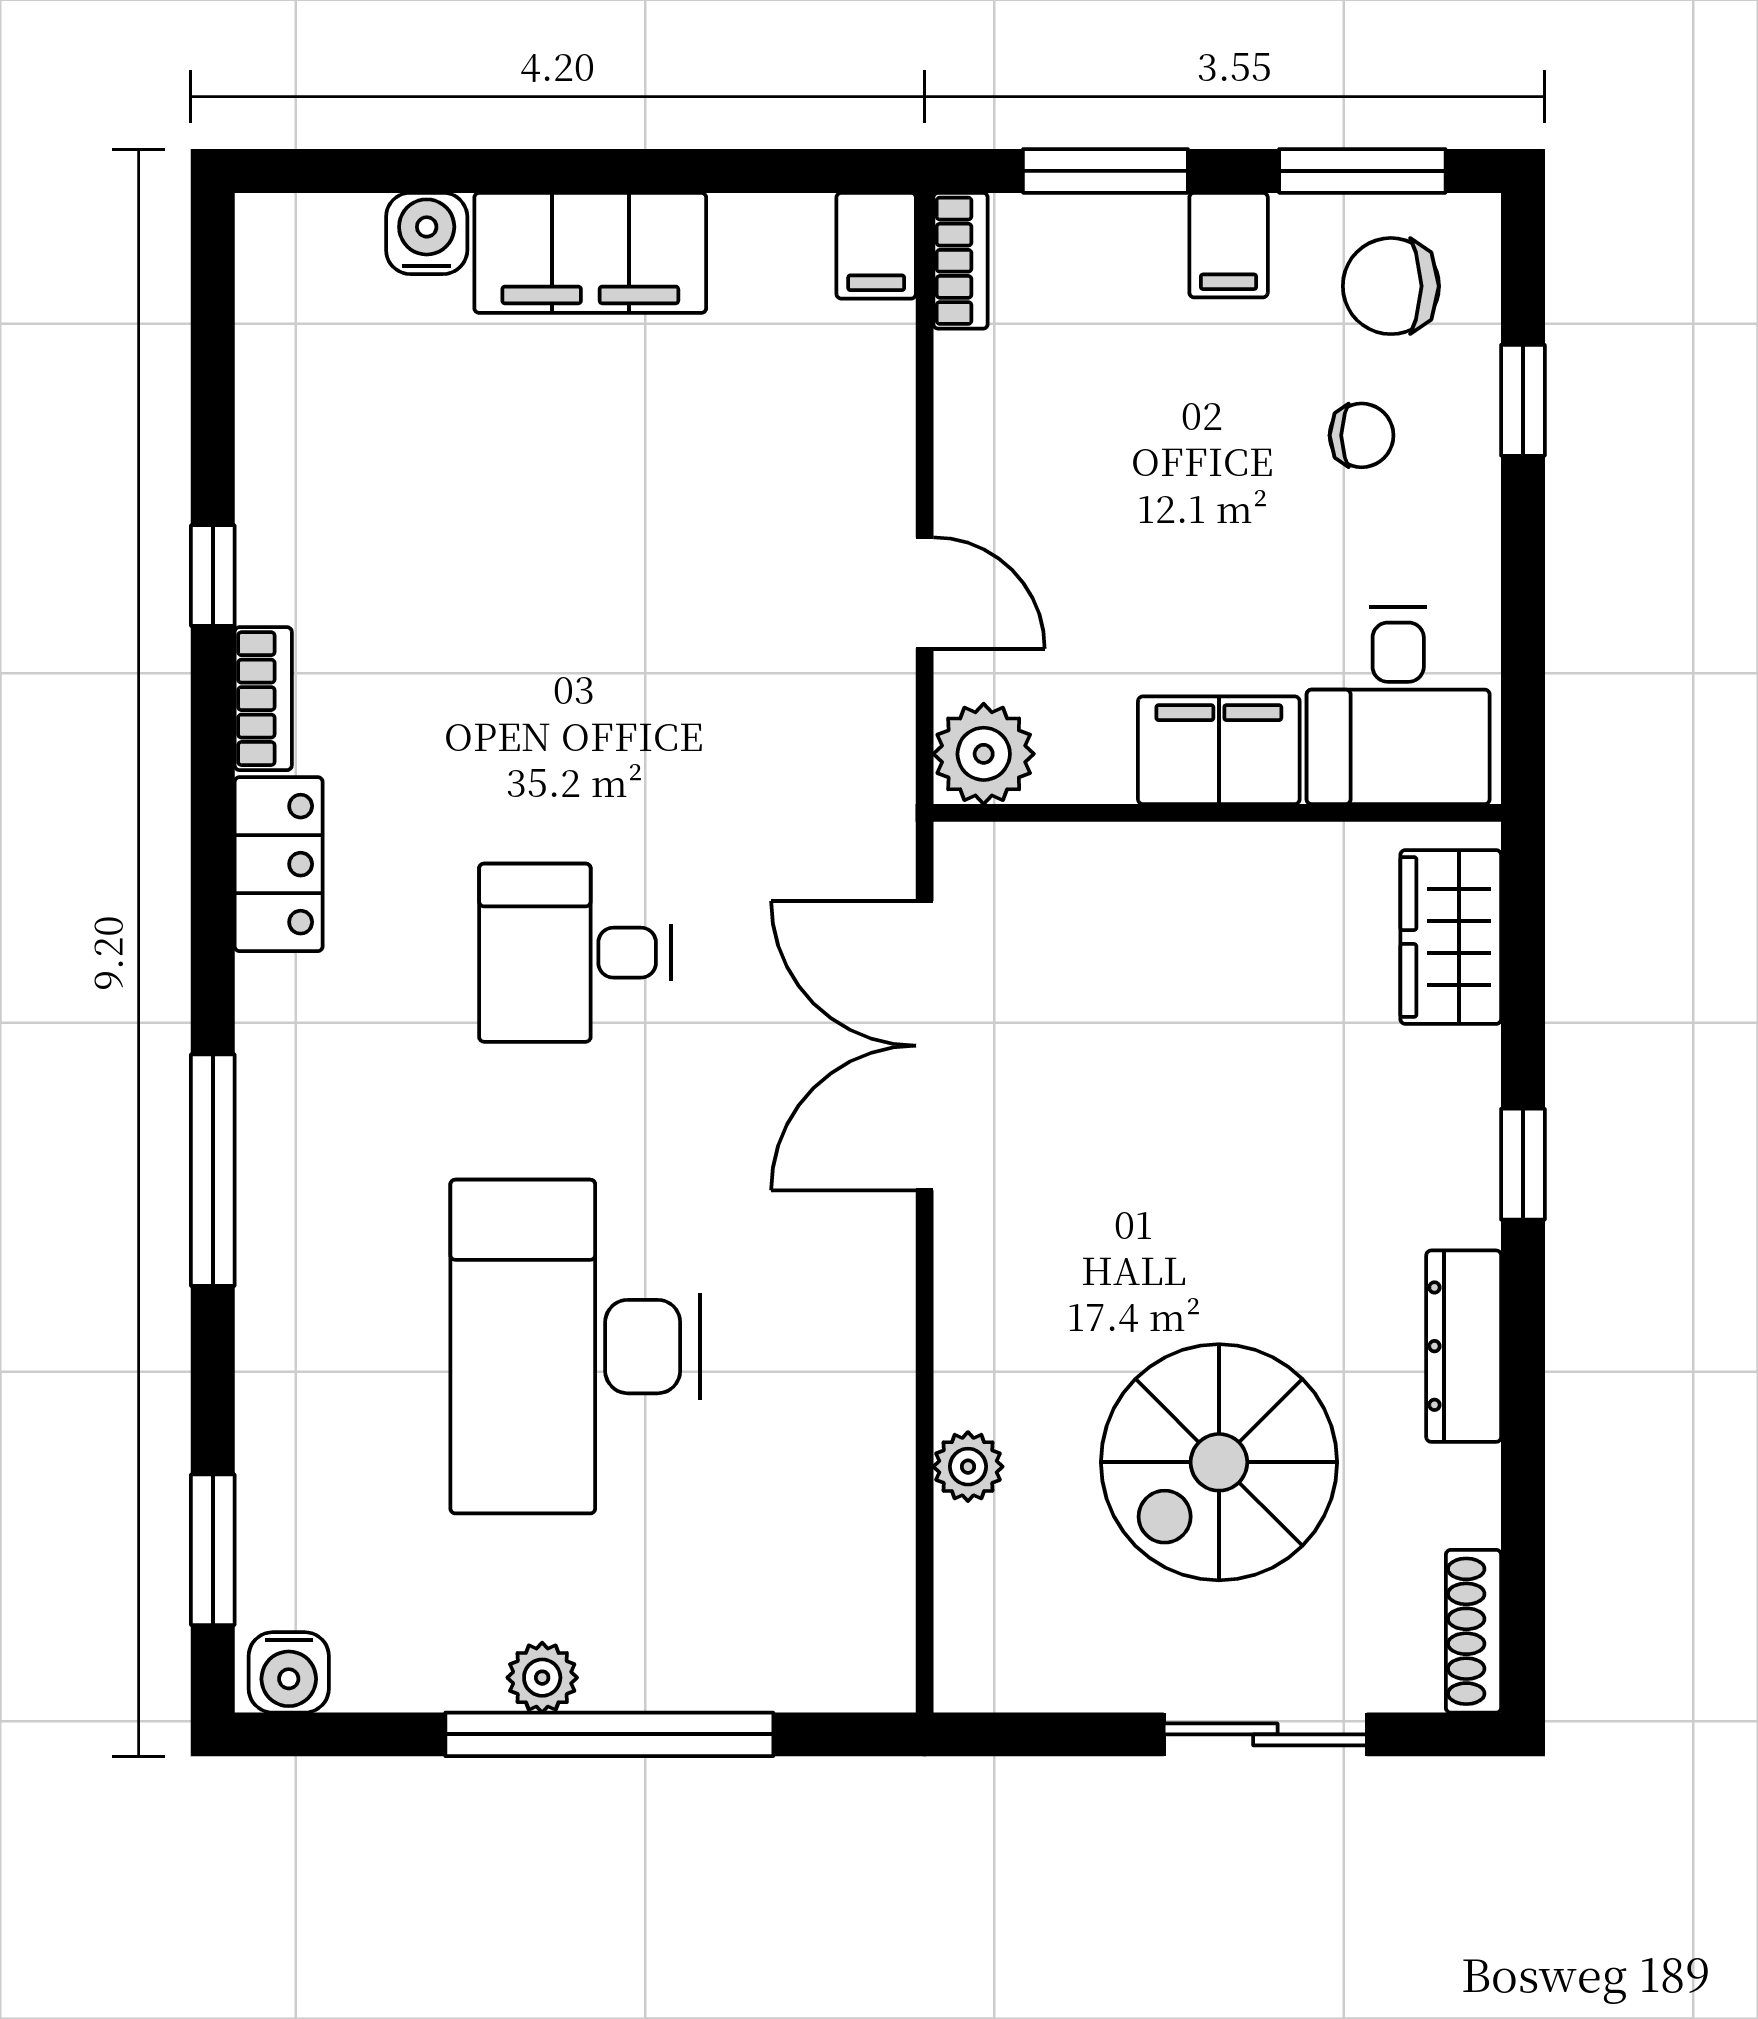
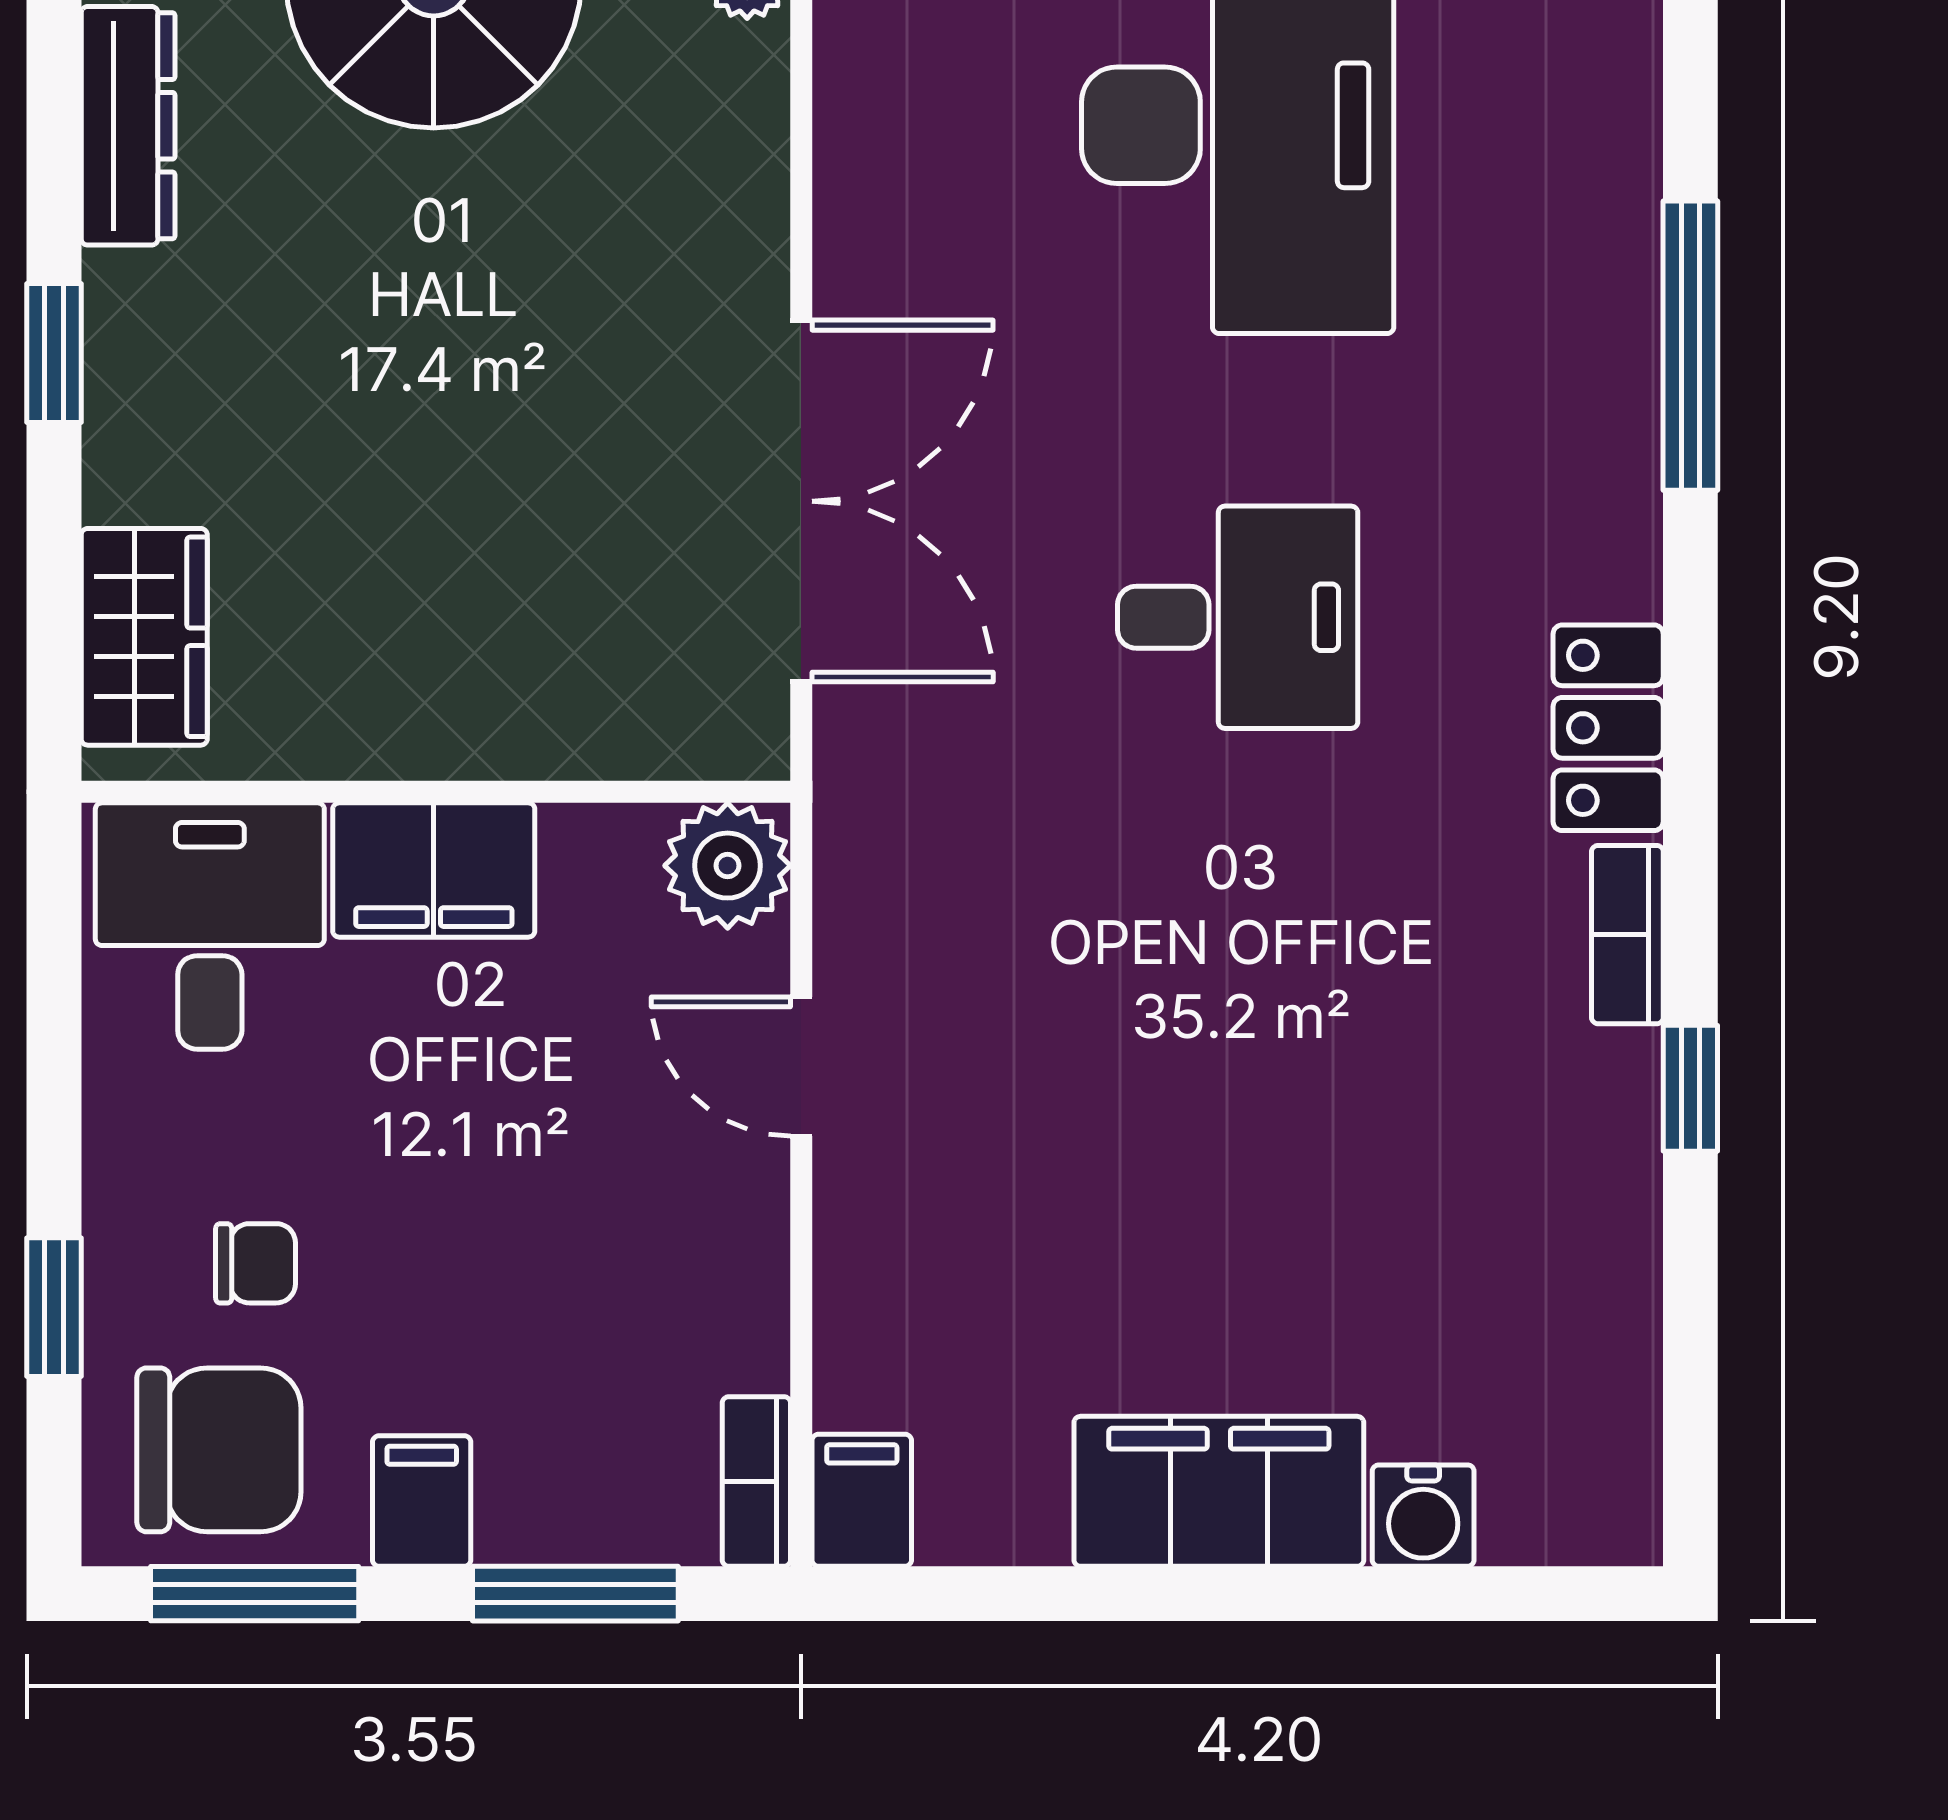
chair: (1391, 286) -> (219, 1450), width x1.37, depth x1.37
chair: (1362, 435) -> (256, 1263), turned 180

